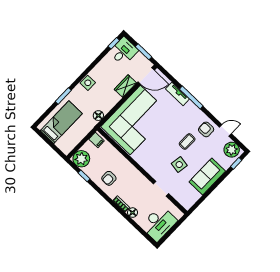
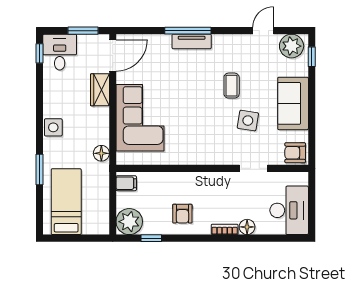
tv unit: (178, 94) -> (192, 41), moved
corner sofa: (135, 120) -> (140, 118), width x0.73, depth x0.74
armchair: (206, 129) -> (295, 153), moved

